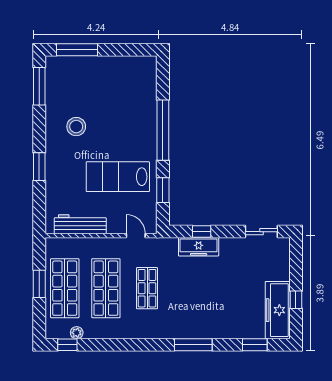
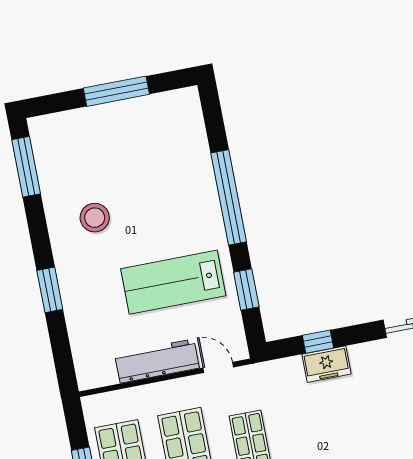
window: (77, 50) -> (116, 91), moved
workbench: (80, 224) -> (157, 361), moved
freezer: (199, 247) -> (327, 364), width x0.71

